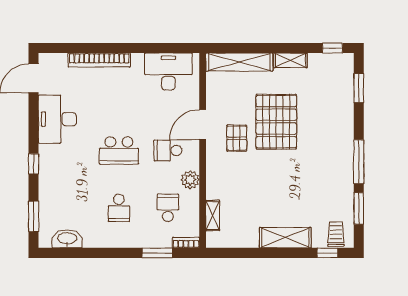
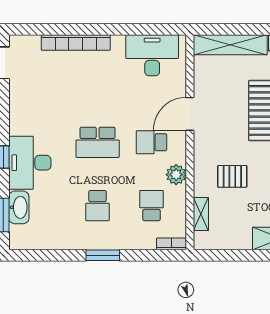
desk: (57, 119) -> (30, 163), moved
pallet: (237, 138) -> (232, 176), moved, turned 90
washbasin: (67, 239) -> (19, 207), moved, turned 90
window: (157, 253) -> (103, 255), moved

